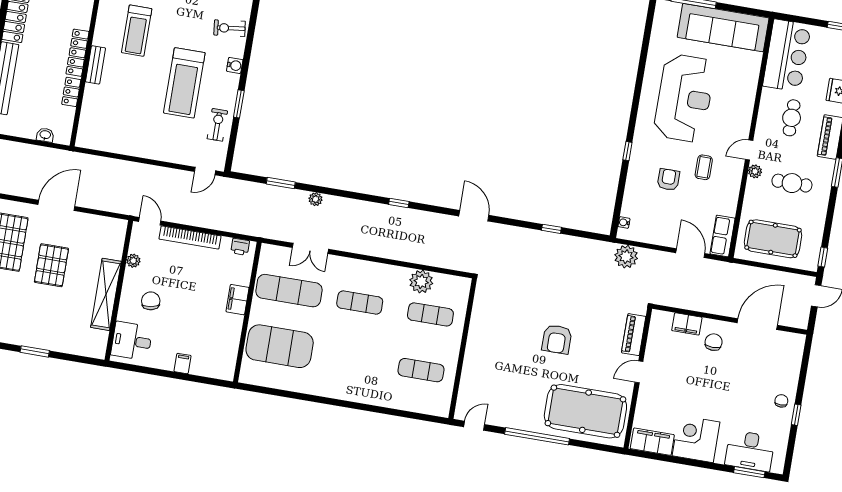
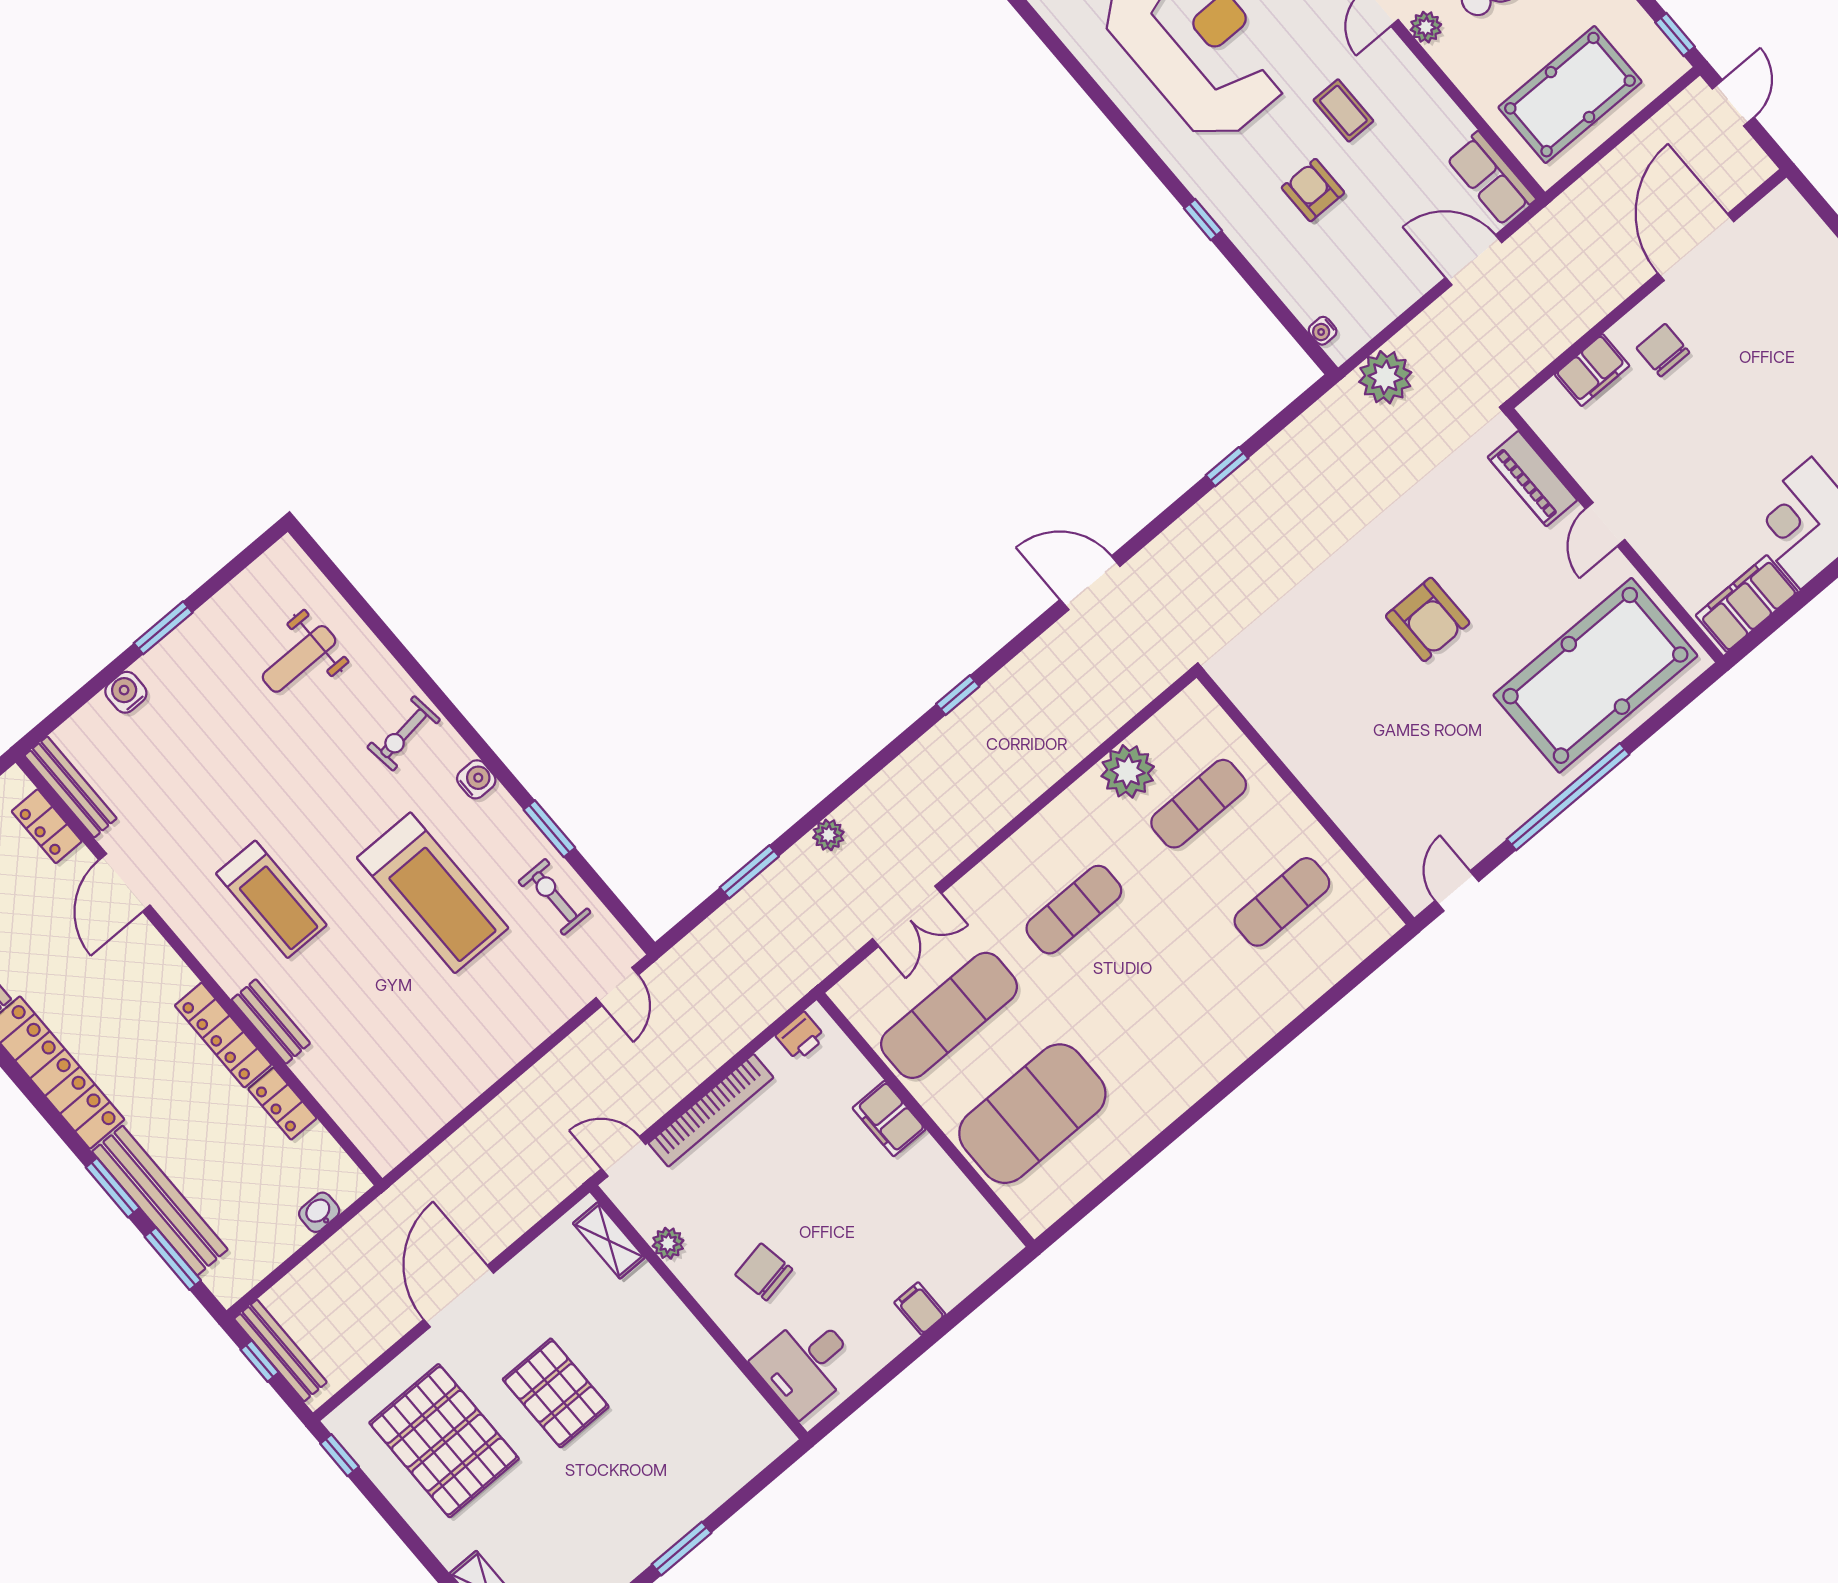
shelving: (106, 294) -> (609, 1240), moved, width x0.45, depth x0.75

